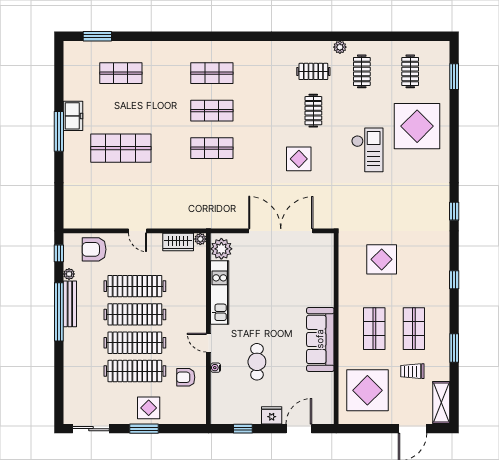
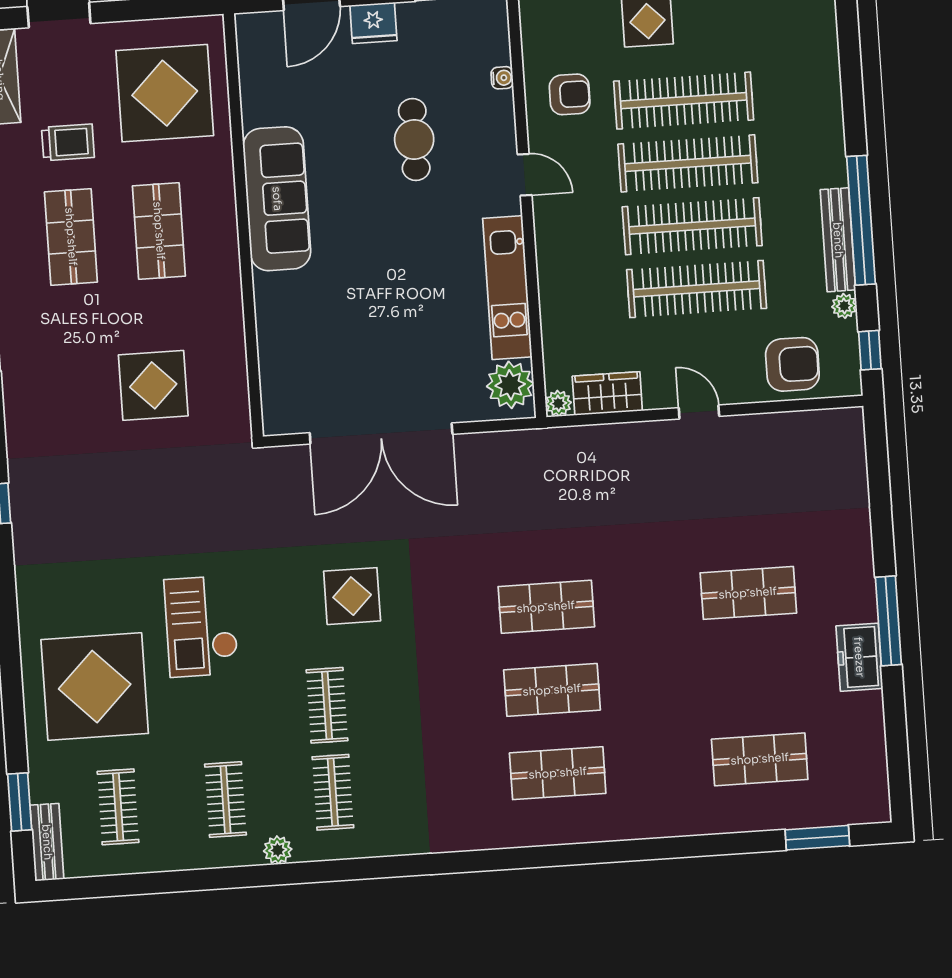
bench: (443, 58) -> (47, 842), added
clothes rail: (313, 71) -> (333, 792), turned 90
shop shelf: (121, 148) -> (748, 593), width x0.70, depth x0.74
water cooler: (216, 368) -> (502, 78), moved

